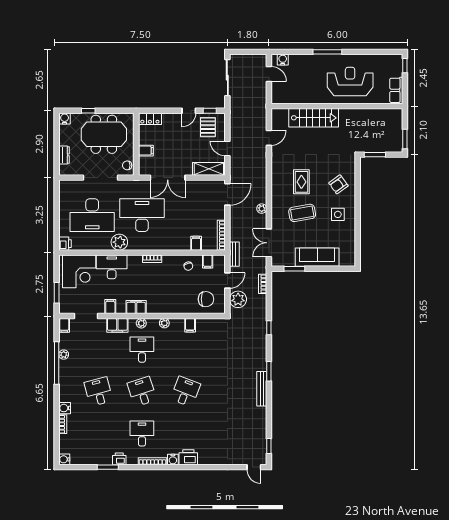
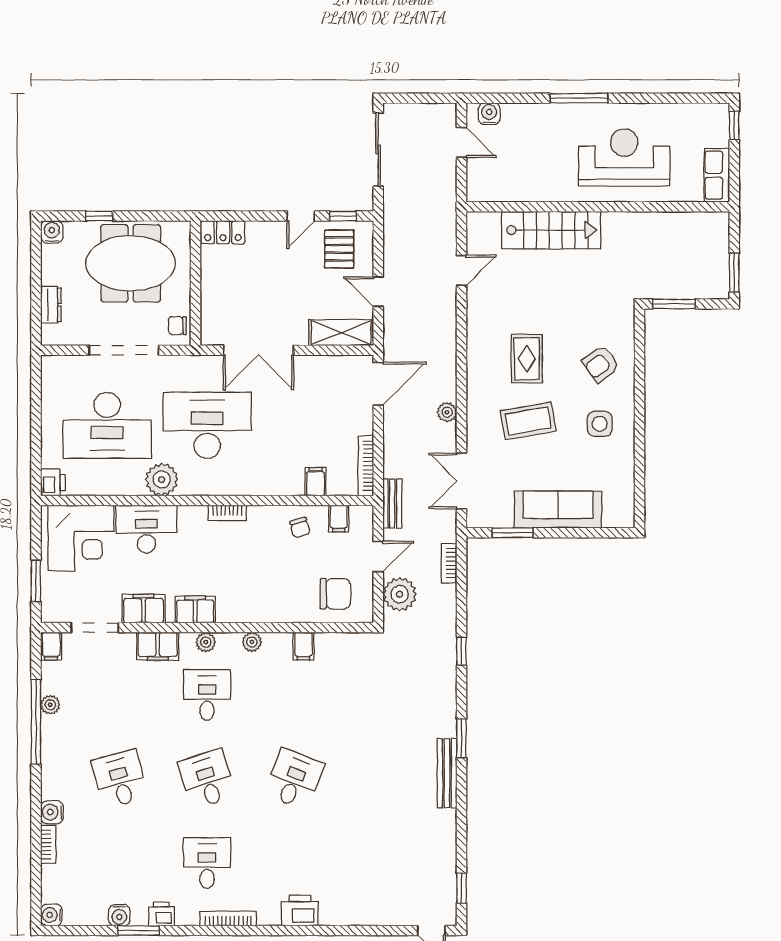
filing cabinet: (146, 151) -> (215, 296), removed
filing cabinet: (110, 307) -> (143, 609), width x2.00
water cooler: (173, 459) -> (119, 915), moved

